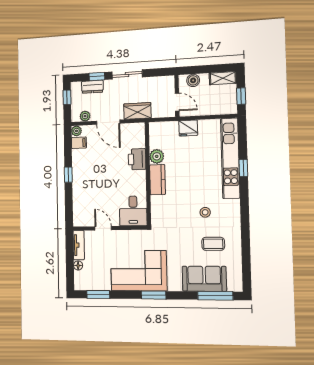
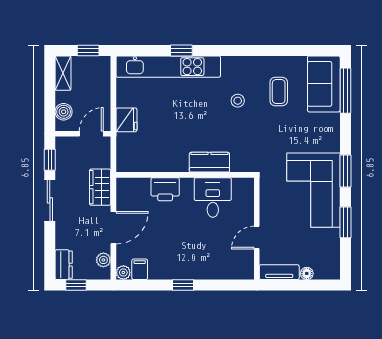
window: (97, 76) -> (50, 160), moved
dresser: (92, 87) -> (64, 265), moved
plant: (157, 156) -> (162, 163), removed
kitchen counter: (157, 180) -> (209, 162), moved
desk: (133, 211) -> (213, 197), moved, turned -90
sofa: (204, 279) -> (324, 84), moved
window: (98, 294) -> (345, 222), moved

